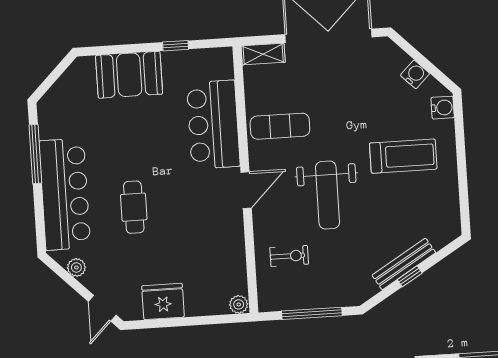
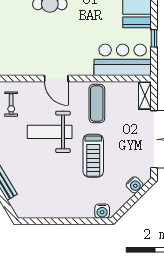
water cooler: (415, 74) -> (135, 185), moved
bar counter: (213, 125) -> (123, 60), moved
treadmill: (403, 156) -> (93, 156), moved

